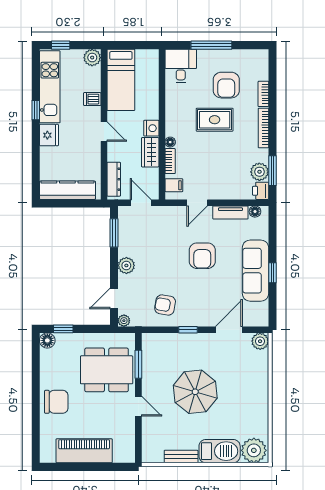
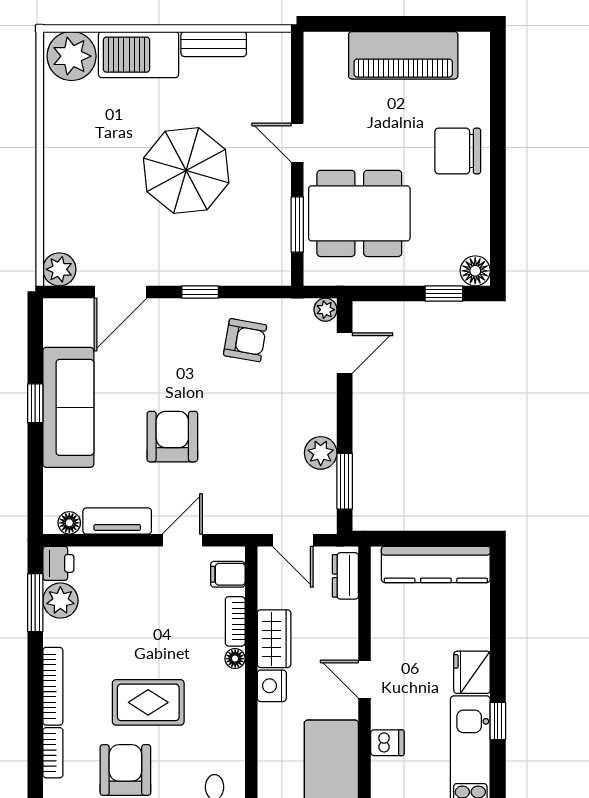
dresser: (114, 179) -> (345, 576), width x0.70
plant: (126, 265) -> (321, 453), moved

